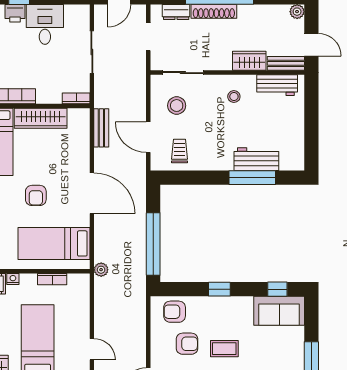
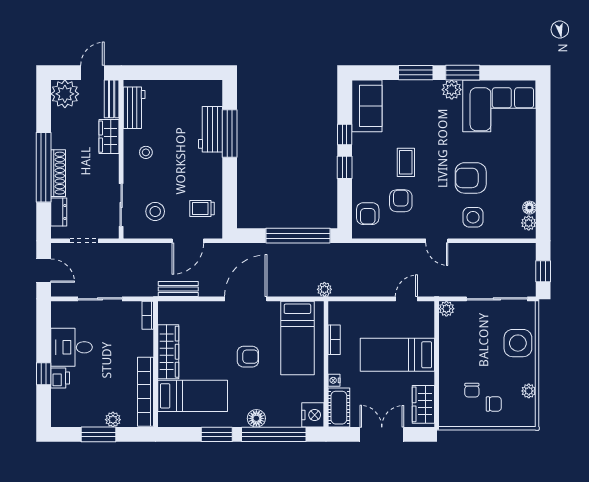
plant: (297, 12) -> (65, 94), width x1.87, depth x1.87
window: (277, 289) -> (345, 135), moved

